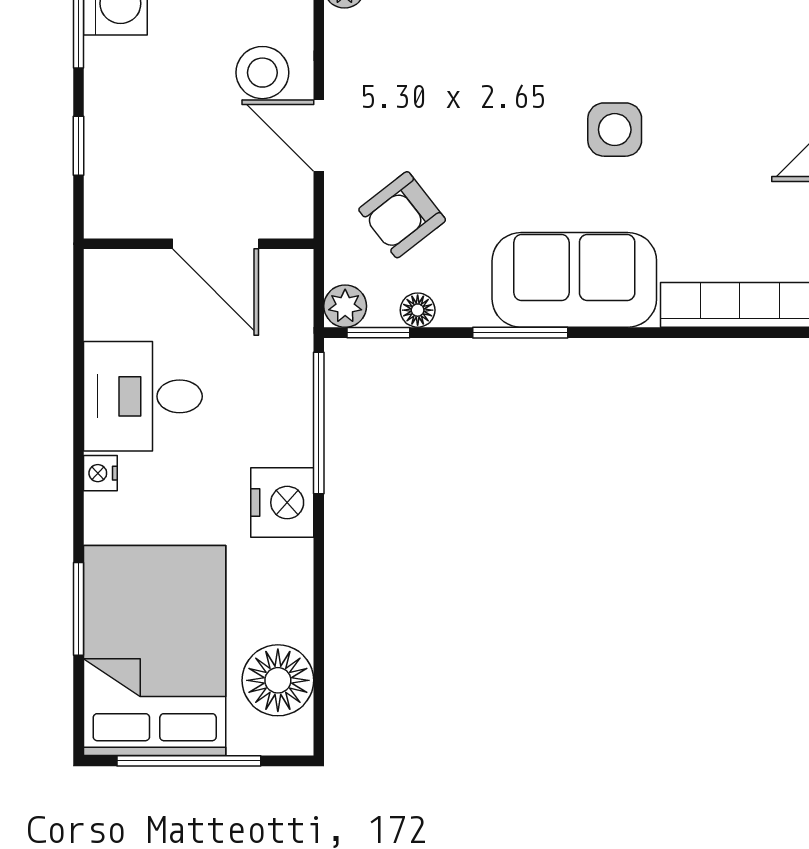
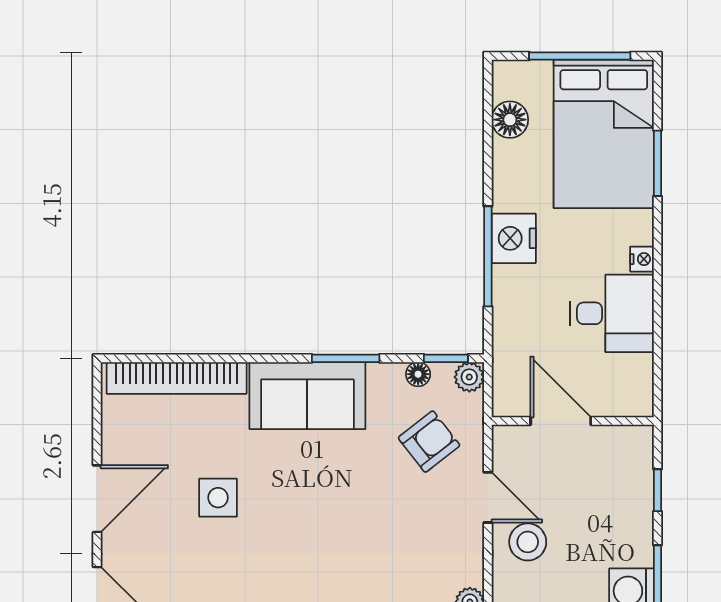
side table: (615, 130) -> (218, 498), moved
window: (319, 423) -> (488, 256), moved
floor lamp: (278, 680) -> (510, 120), width x0.73, depth x0.73

